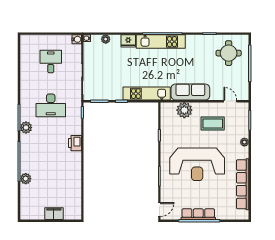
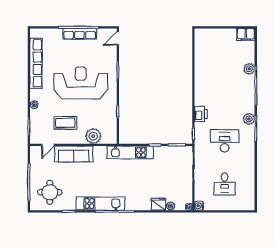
fridge: (128, 41) -> (158, 204), moved
kitchen unit: (161, 42) -> (100, 203), moved
sofa: (190, 92) -> (74, 154), moved
door: (230, 101) -> (48, 145), hinge flipped
printer: (75, 143) -> (201, 114), moved
filing cabinet: (54, 214) -> (246, 34), moved

